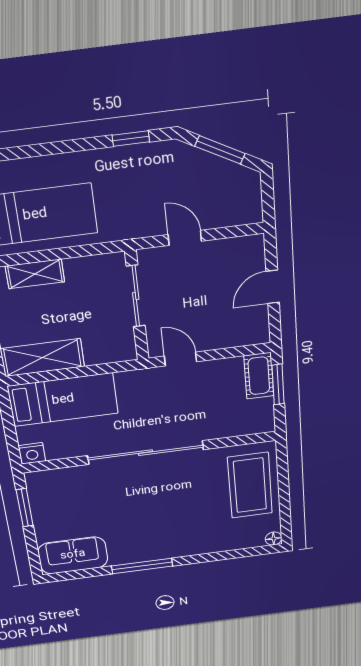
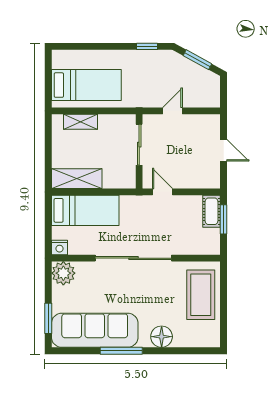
door: (185, 238) -> (172, 111), hinge flipped
door: (273, 287) -> (224, 150), swing flipped
plant: (44, 485) -> (63, 273), added
window: (25, 508) -> (48, 318), moved
floor lamp: (274, 539) -> (162, 337), moved, width x1.89, depth x1.89
sofa: (73, 555) -> (95, 330), width x1.85, depth x1.27

